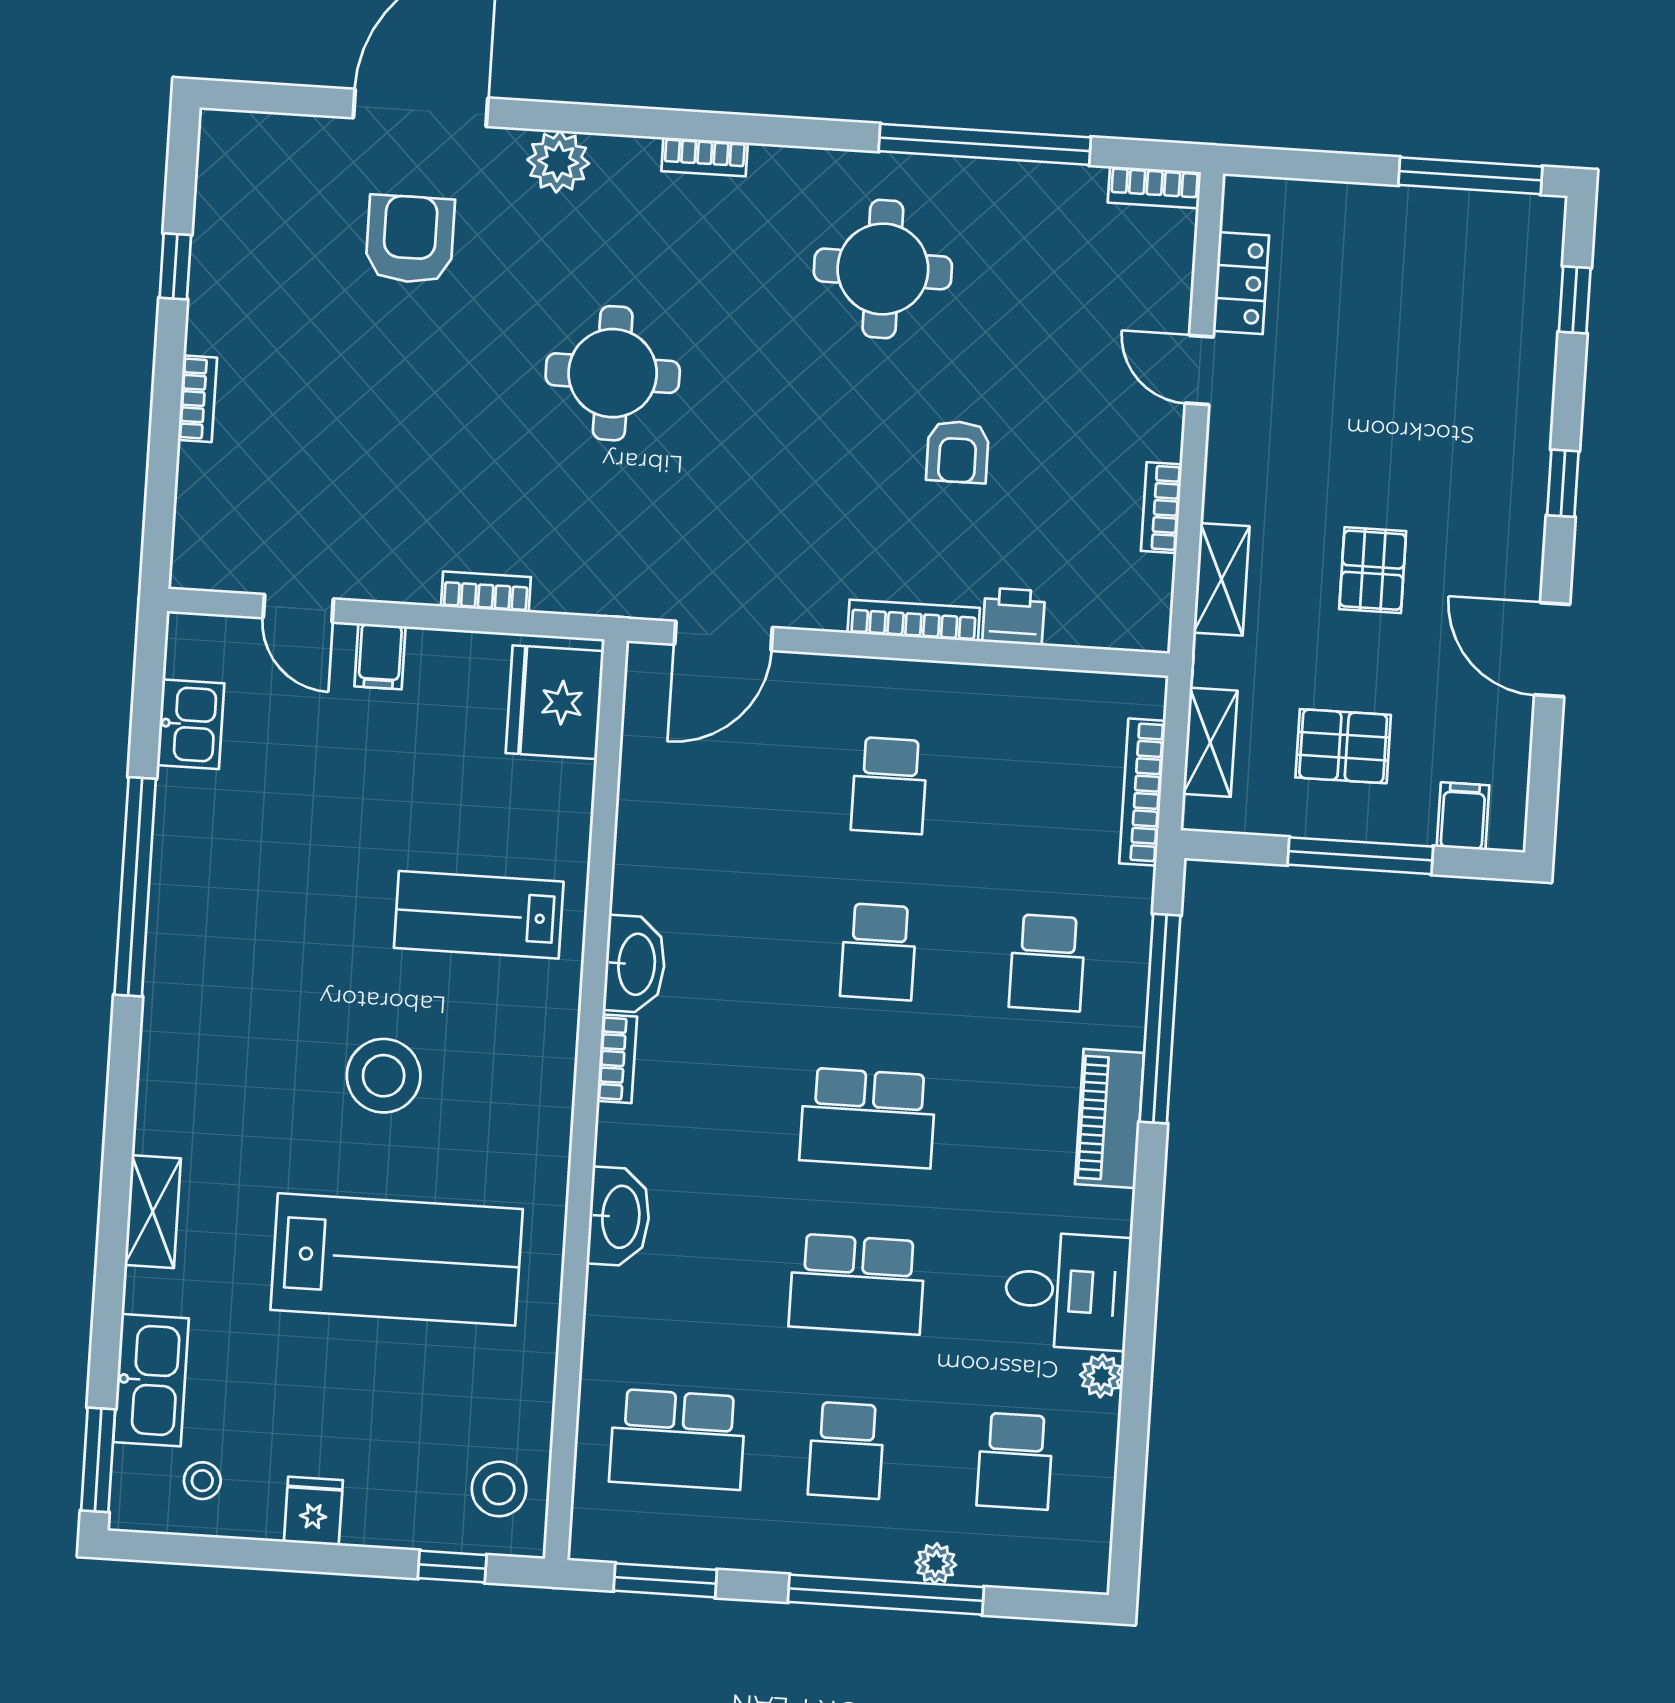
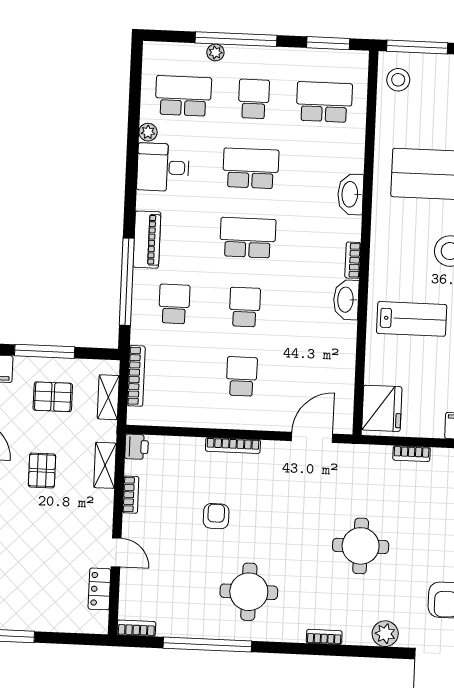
printer: (1014, 616) -> (137, 447), moved, turned -90
school desk: (1015, 1461) -> (183, 96), width x1.85
window: (452, 1567) -> (417, 47), width x2.17

